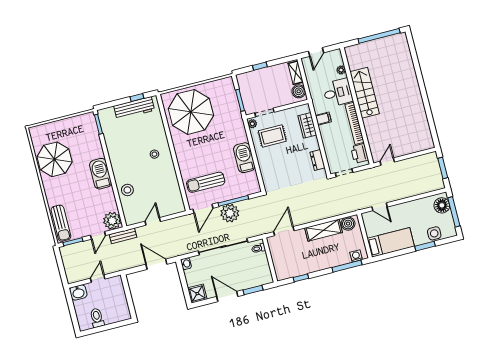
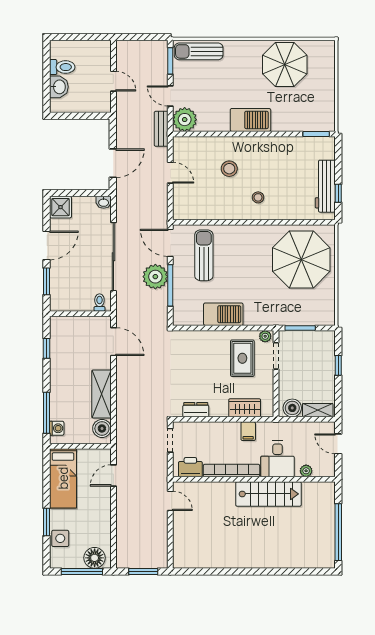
stool: (127, 190) -> (229, 169), moved
washbasin: (78, 292) -> (59, 87), moved, turned 180

